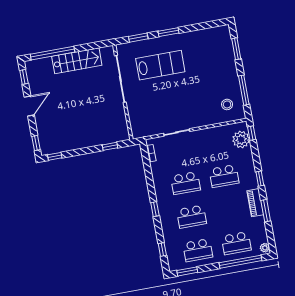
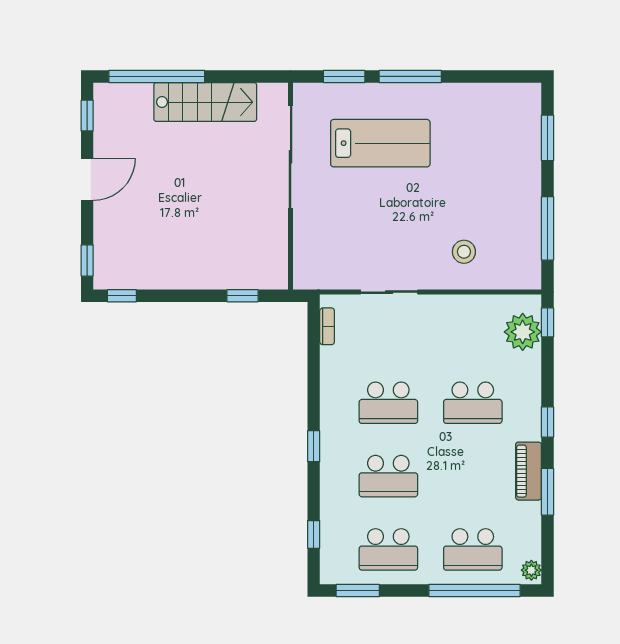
window: (168, 32) -> (410, 76), width x1.44
stool: (227, 104) -> (464, 252), moved

